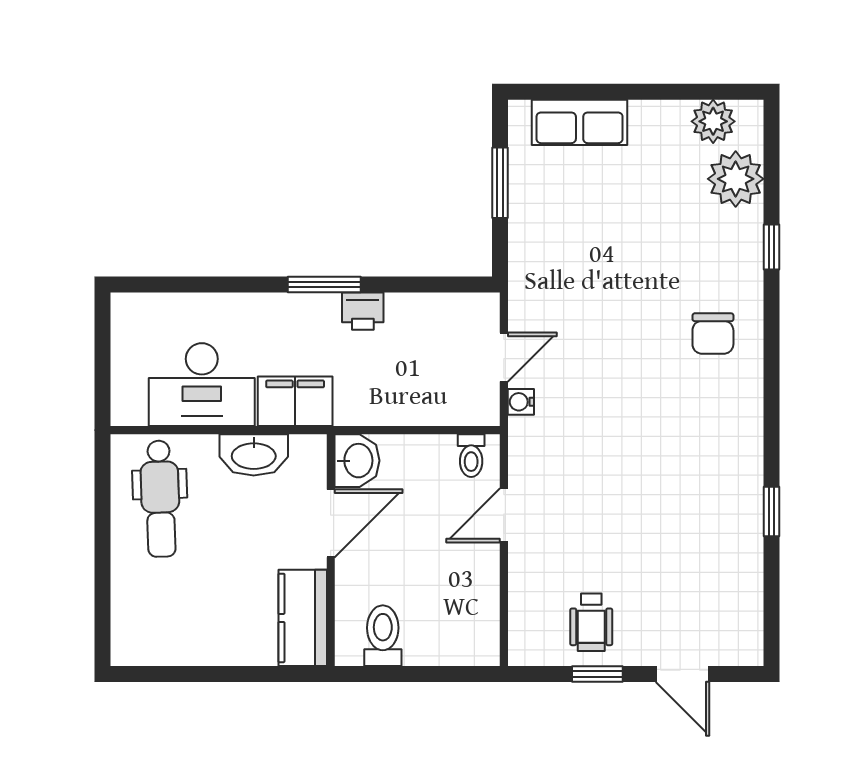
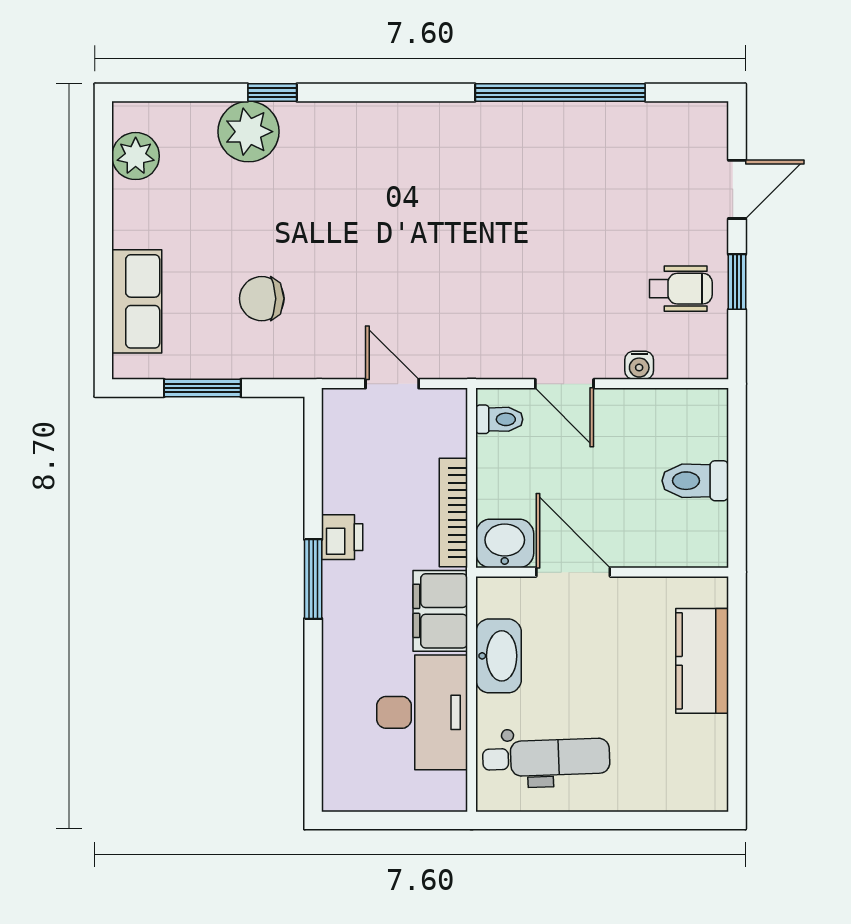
plant: (736, 179) -> (249, 132), moved
chair: (713, 334) -> (262, 299), moved, turned 180
water cooler: (521, 402) -> (639, 365), moved
bookcase: (385, 413) -> (453, 512), added
window: (771, 512) -> (560, 93), width x3.17
kitchen counter: (303, 618) -> (702, 661), moved, turned 90
toilet: (383, 636) -> (695, 481), moved

